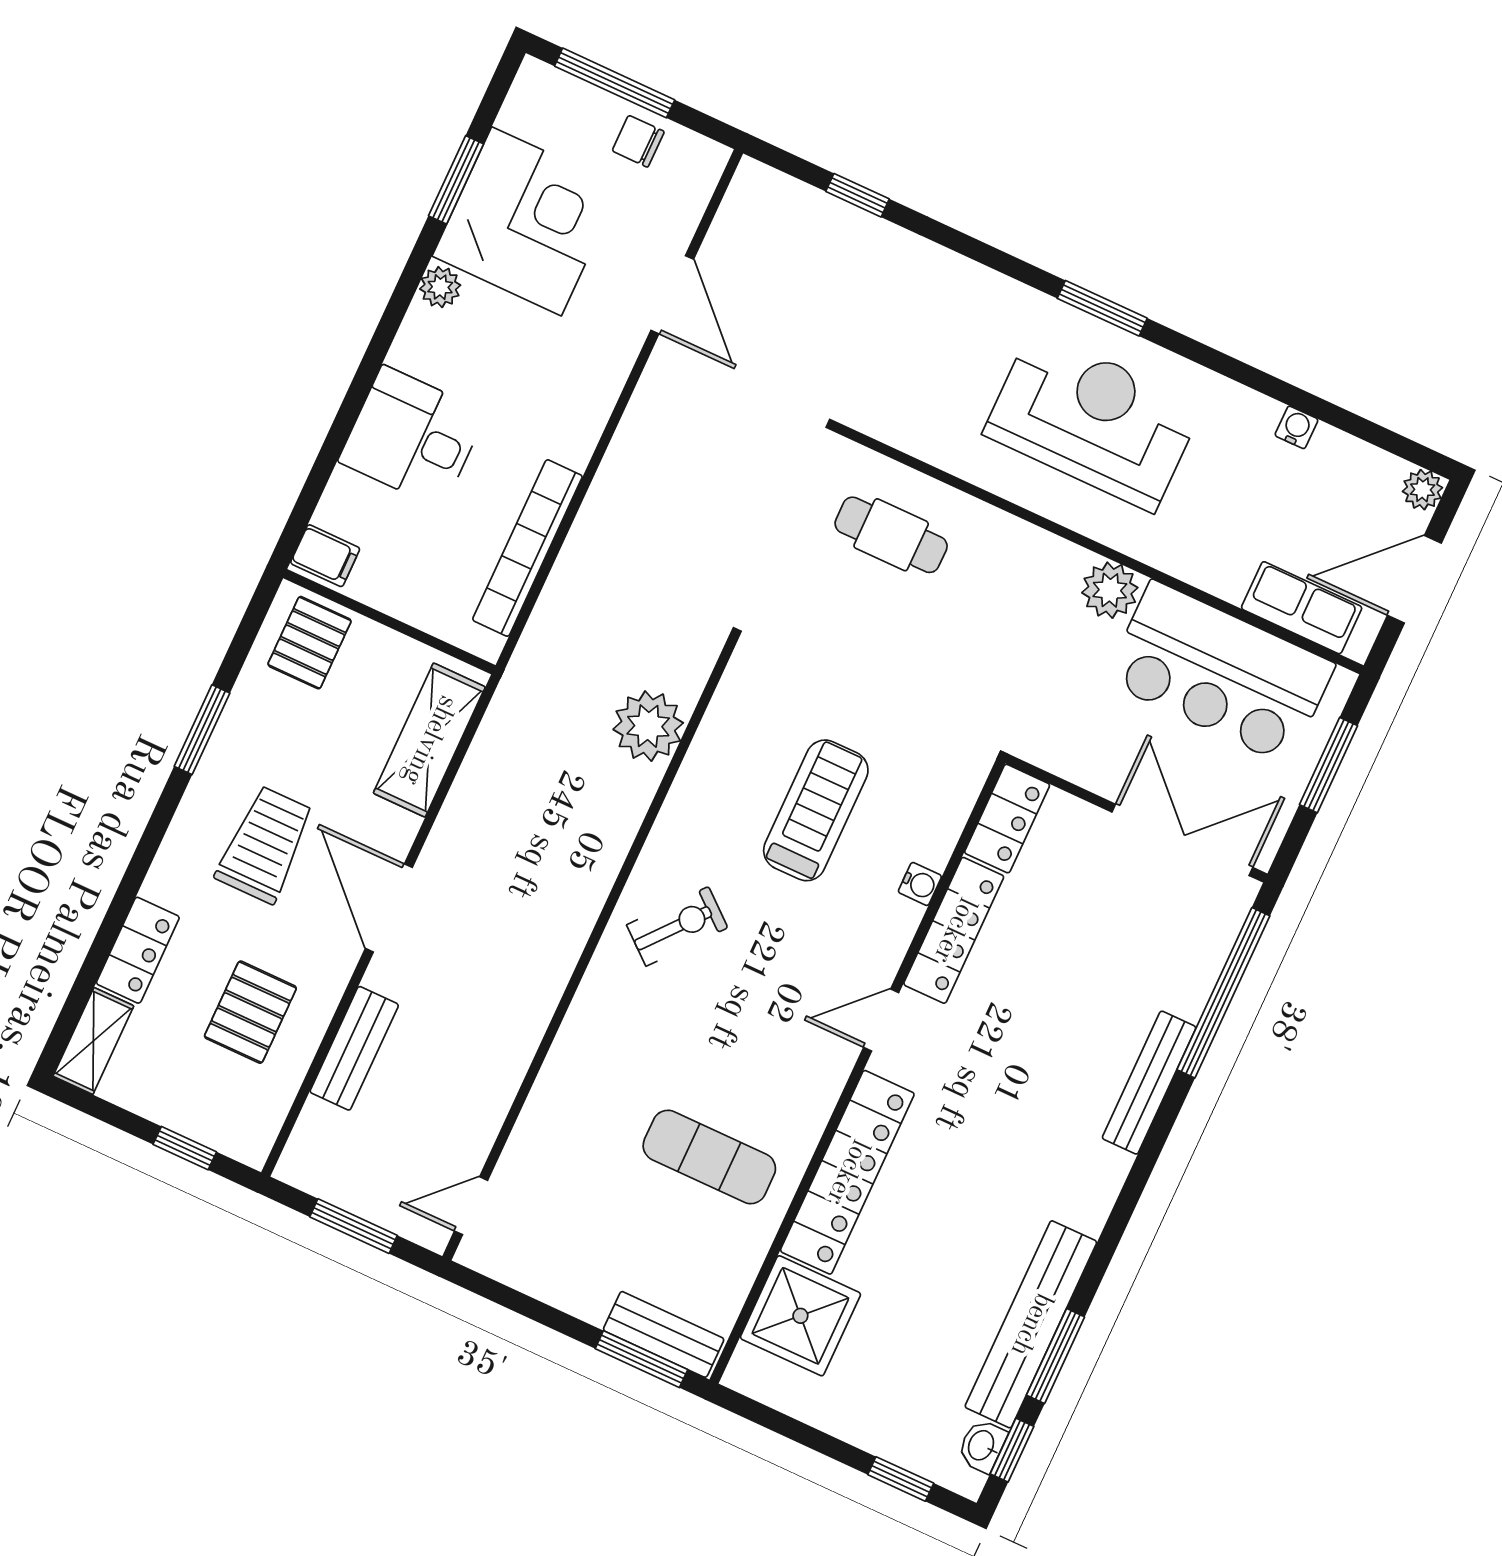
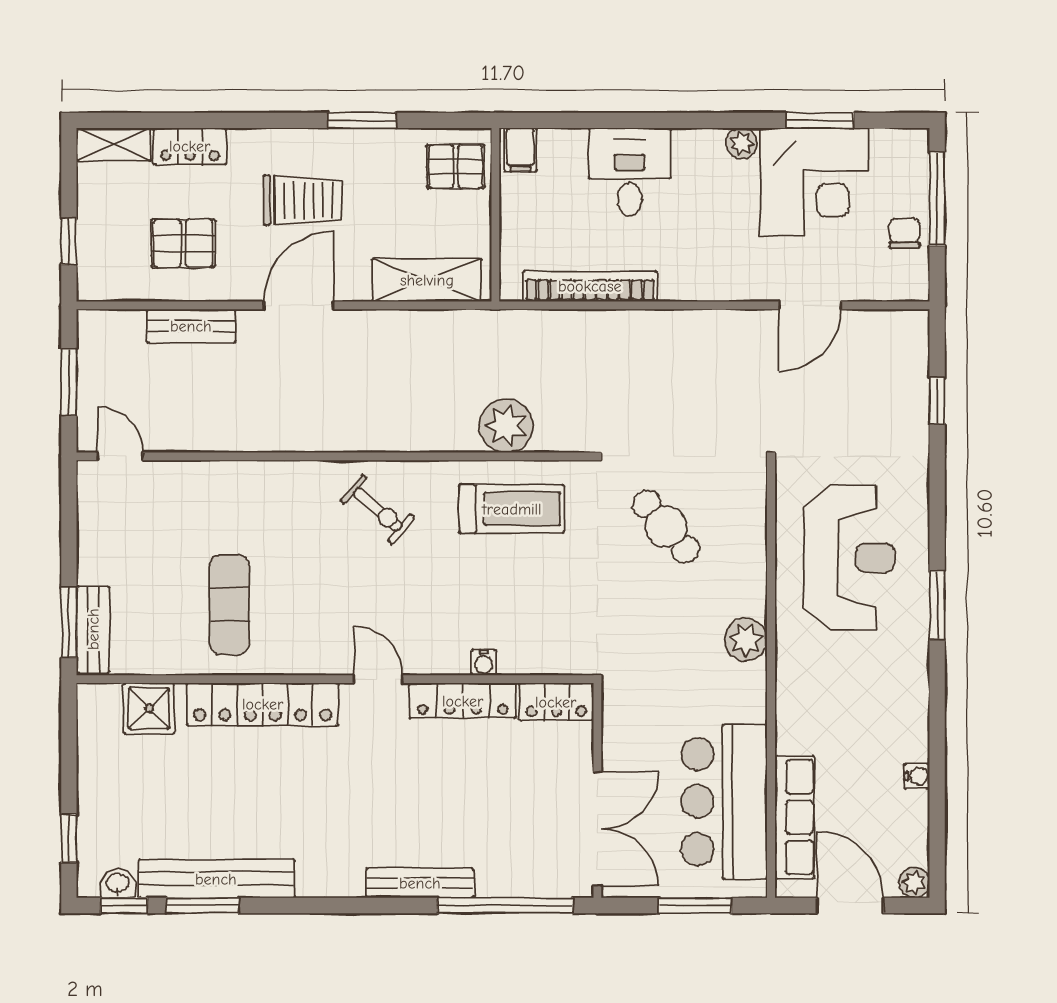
reception desk: (1093, 420) -> (849, 558), moved
cafe table: (891, 535) -> (666, 527), moved, turned -41
plant: (1110, 590) -> (746, 640), moved
row of seats: (1302, 608) -> (795, 817), width x1.48
treadmill: (816, 810) -> (512, 509), moved
shower: (800, 1316) -> (149, 708), width x0.73, depth x0.73

